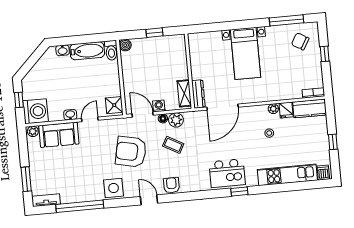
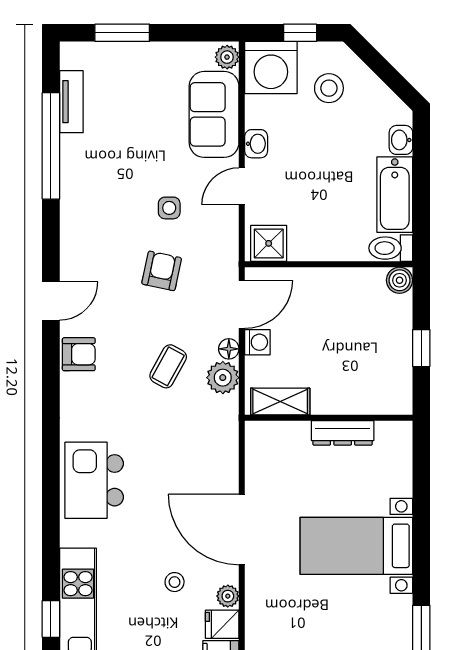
stool: (42, 85) -> (329, 88), added
dresser: (198, 94) -> (343, 433), moved
door: (223, 107) -> (242, 529), moved
door: (90, 119) -> (242, 186), swing flipped
armchair: (131, 152) -> (162, 271), width x0.53, depth x0.53
side table: (114, 188) -> (169, 208), moved, width x0.54, depth x0.54
window: (239, 192) -> (51, 619), moved
tv unit: (46, 200) -> (71, 102), moved

